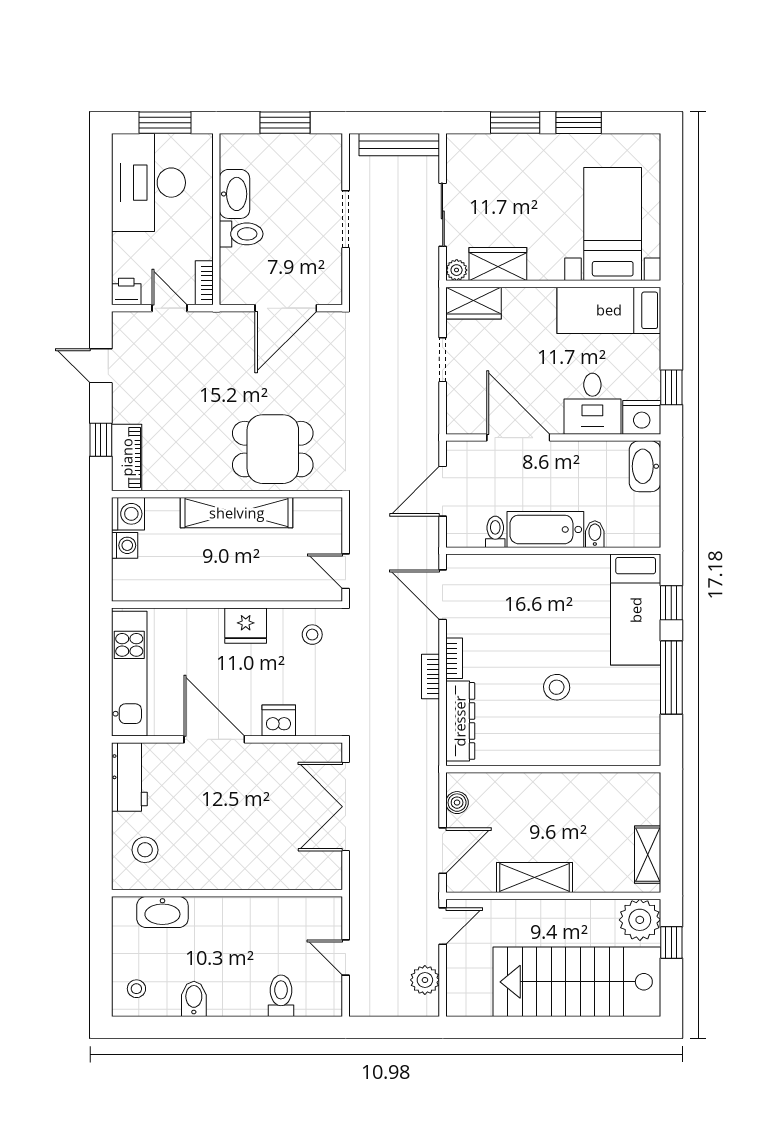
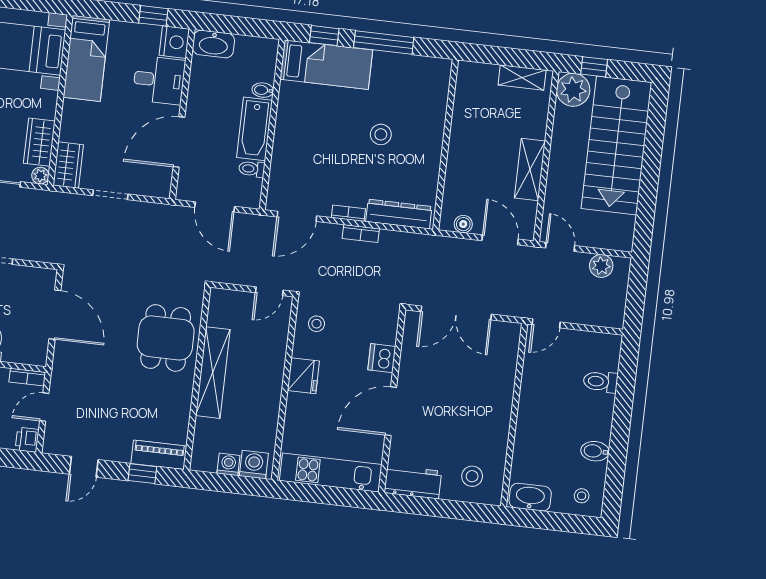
washing machine: (128, 514) -> (254, 465), moved
washbasin: (162, 912) -> (530, 497), moved, turned -90
door: (346, 957) -> (546, 323), moved

